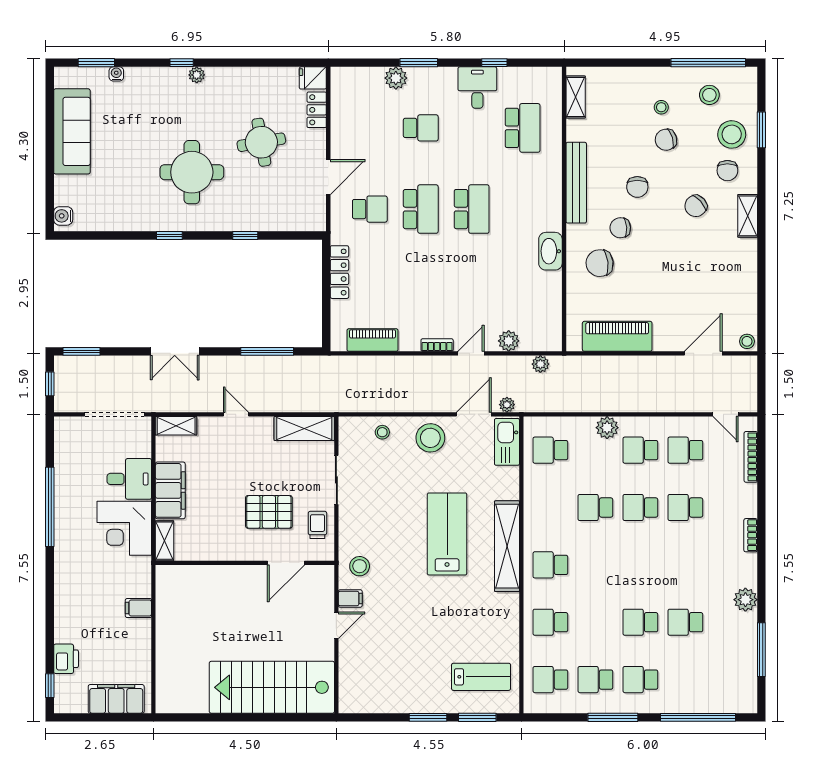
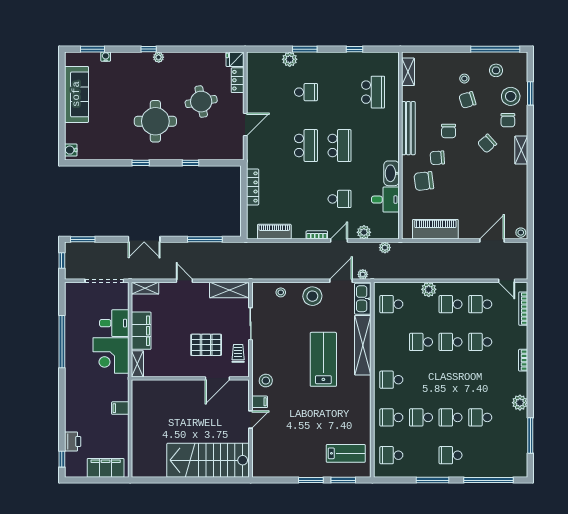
desk: (477, 88) -> (385, 200), moved, turned 90
school desk: (370, 209) -> (340, 199), moved
shelving: (507, 546) -> (363, 345), moved
school desk: (595, 680) -> (421, 417), moved

